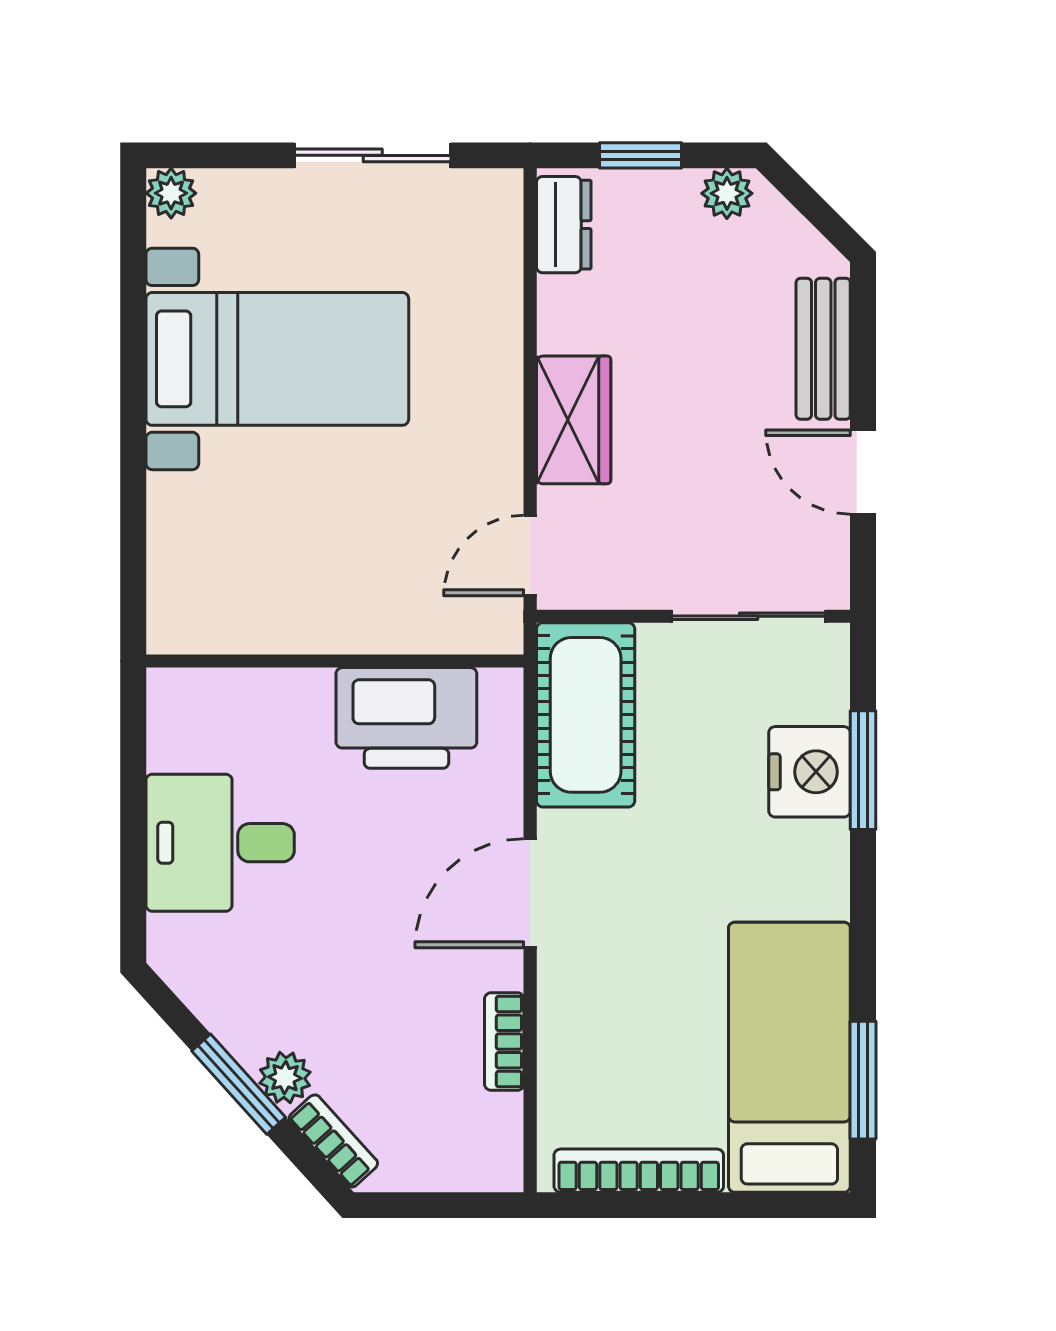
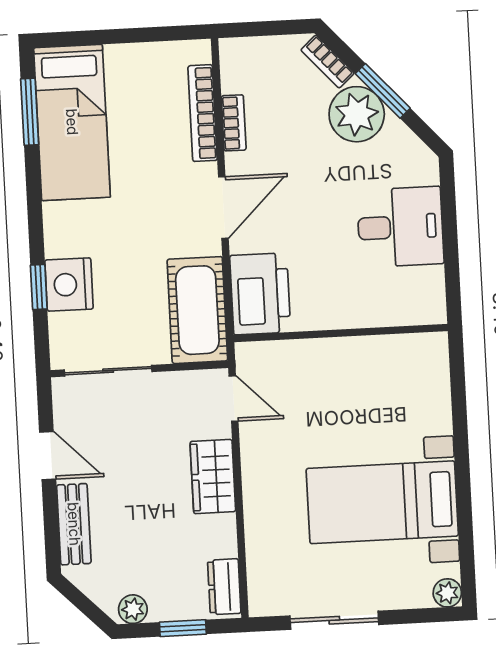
door: (530, 555) -> (233, 399), hinge flipped
printer: (406, 718) -> (260, 294), moved, turned 90
window: (863, 770) -> (39, 287), width x0.67
plant: (285, 1078) -> (357, 114), width x1.88, depth x1.88
bookcase: (639, 1171) -> (203, 113), moved, turned 90

